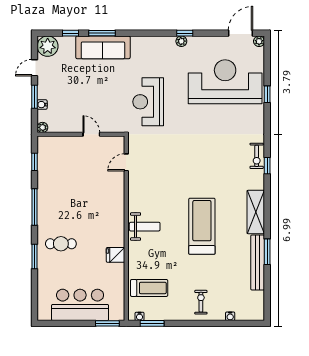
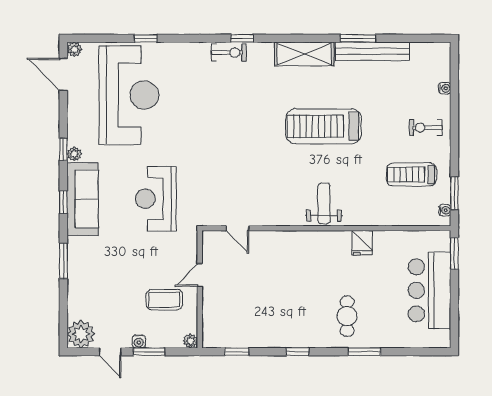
window: (71, 33) -> (63, 202), moved
sofa: (103, 47) -> (83, 199), moved
reception desk: (225, 82) -> (129, 95), turned 180
reception desk: (148, 102) -> (156, 199), turned 90
water cooler: (42, 105) -> (139, 341), moved
coffee table: (73, 108) -> (164, 300), added
window: (35, 207) -> (298, 352), width x0.46
treadmill: (149, 288) -> (412, 175), moved, turned -90

